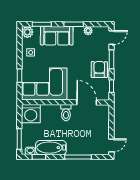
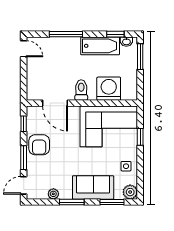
washing machine: (31, 114) -> (109, 89), moved
door: (111, 145) -> (24, 49), swing flipped

